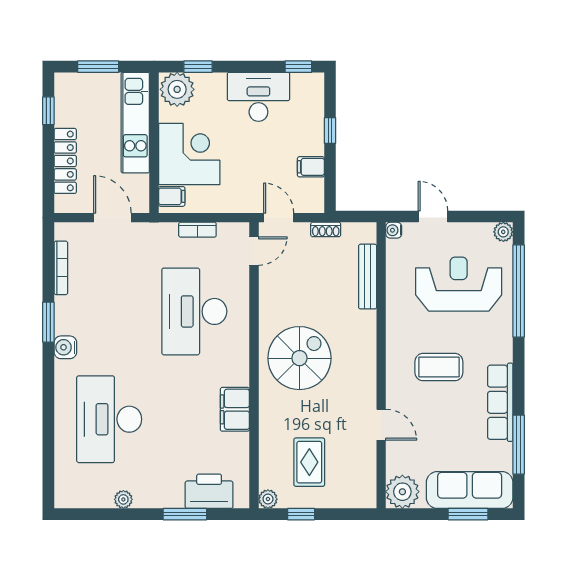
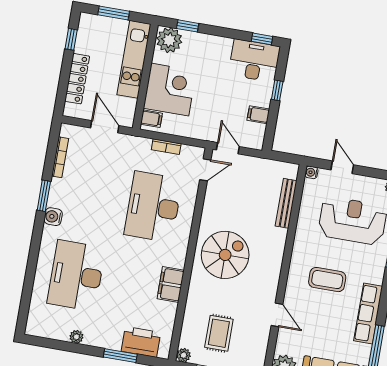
desk: (258, 97) -> (254, 61), moved
shoe rack: (326, 229) -> (261, 163), removed

